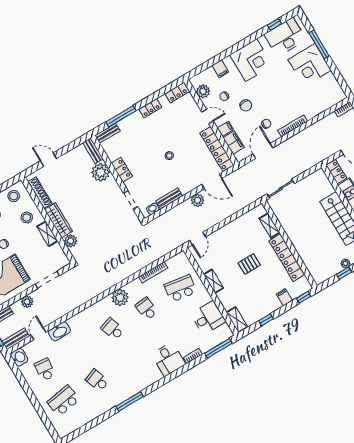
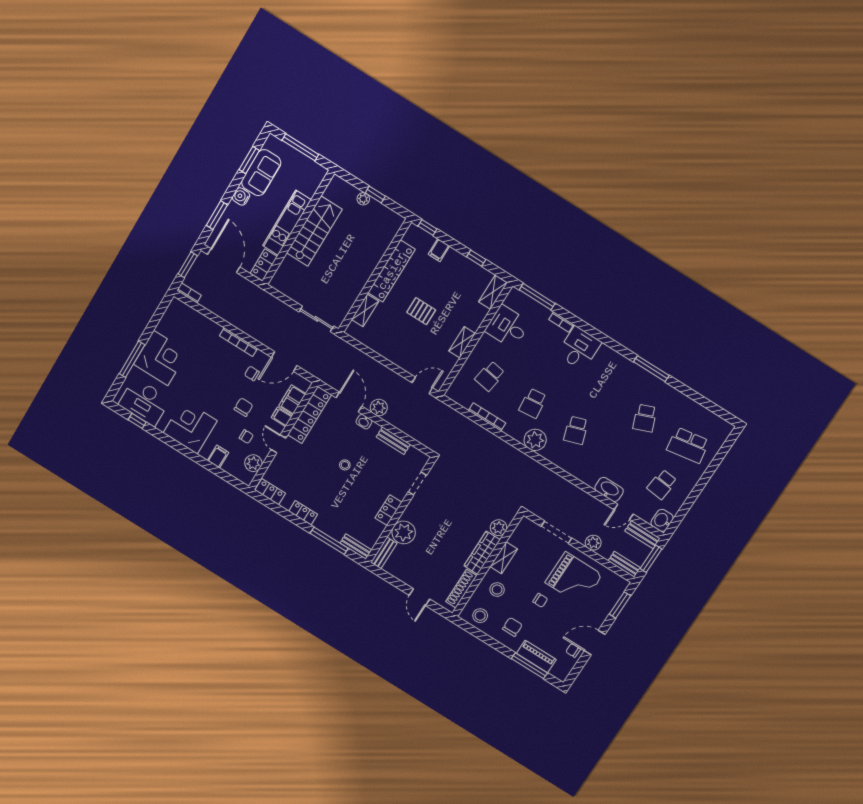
washbasin: (153, 209) -> (364, 422), moved
school desk: (180, 288) -> (490, 376), width x0.54

